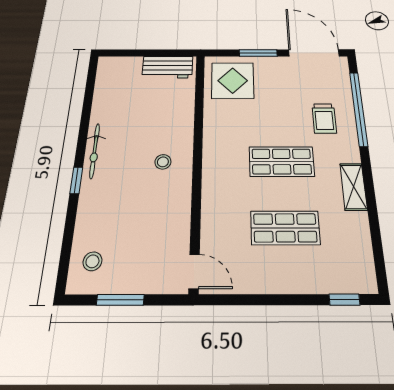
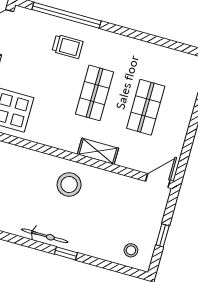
stool: (163, 162) -> (69, 185), width x1.89, depth x1.89
shelving: (354, 187) -> (98, 151), moved
window: (120, 300) -> (163, 235), width x0.67

